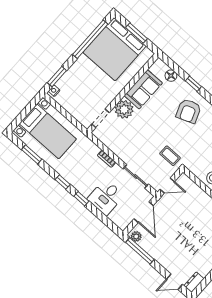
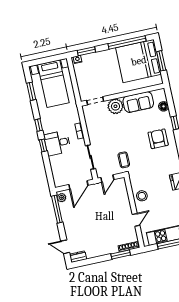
armchair: (189, 111) -> (158, 139), turned 111
door: (167, 185) -> (107, 179), hinge flipped
desk: (106, 197) -> (57, 143), moved

